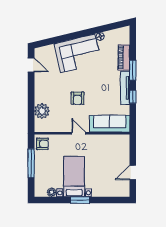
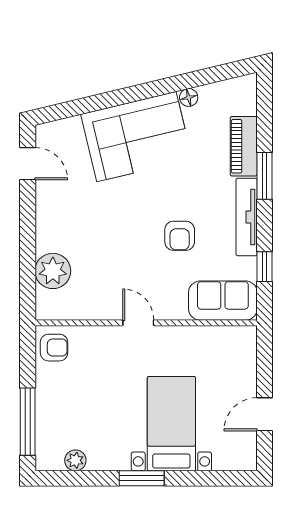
window: (133, 97) -> (265, 267), moved
armchair: (78, 98) -> (180, 236), moved
sofa: (110, 124) -> (223, 301), width x0.73
window: (31, 163) -> (28, 422), moved
bed with nightstands: (74, 177) -> (171, 424), moved

